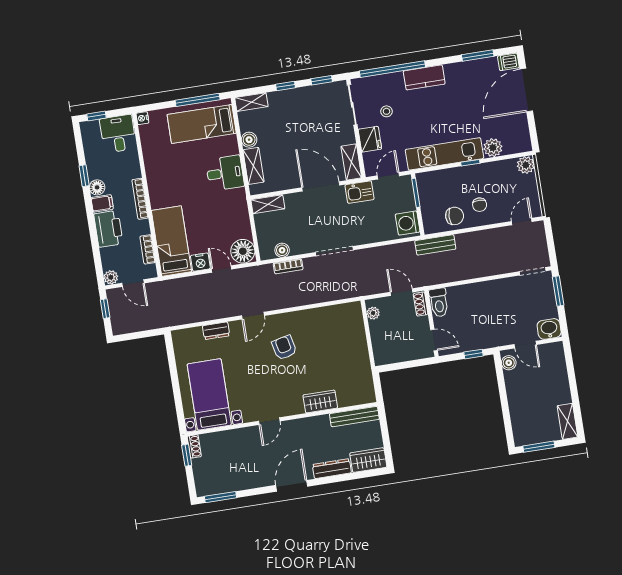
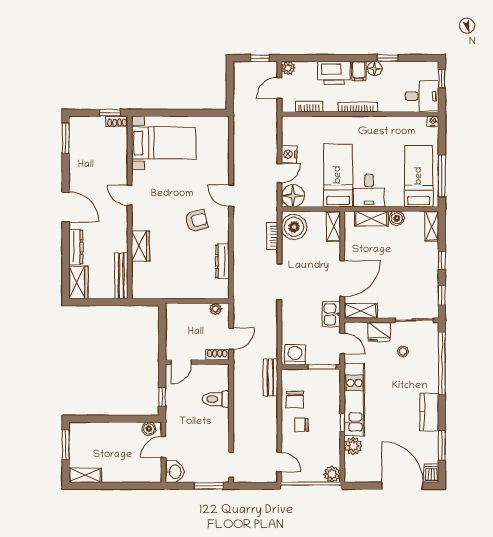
kitchen counter: (424, 77) -> (429, 412), moved
bed: (171, 241) -> (338, 175), moved, turned -90
boiler: (282, 250) -> (294, 227), width x1.86, depth x1.86
toilet: (439, 302) -> (216, 399), moved
dresser: (216, 331) -> (222, 261), moved, width x1.44

